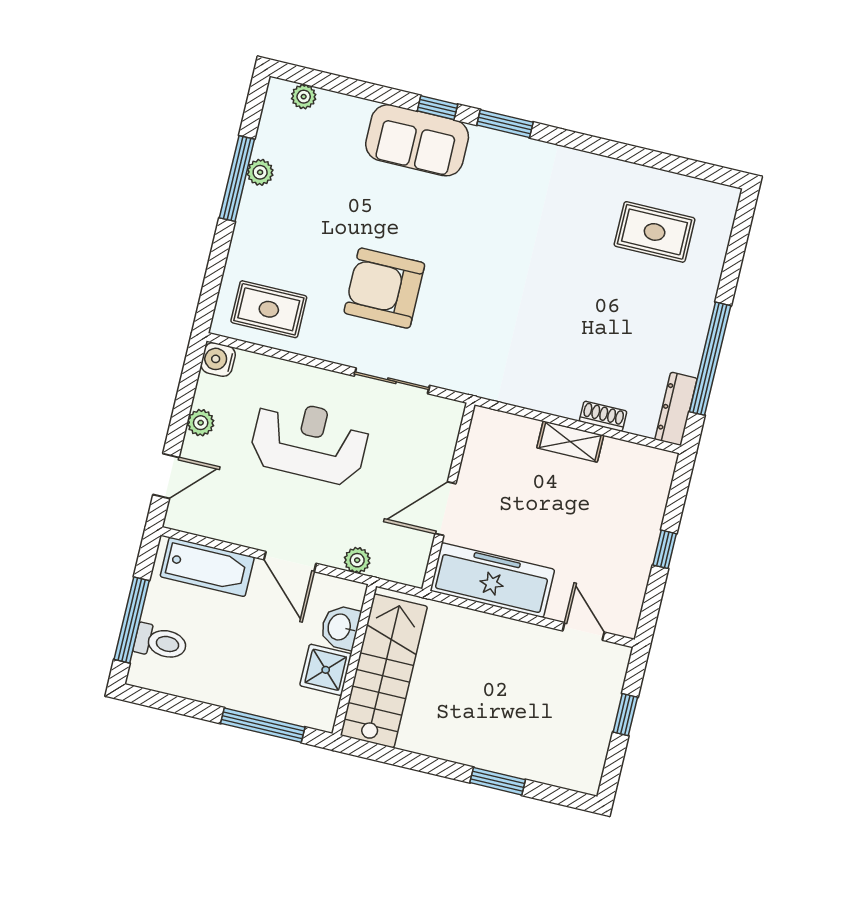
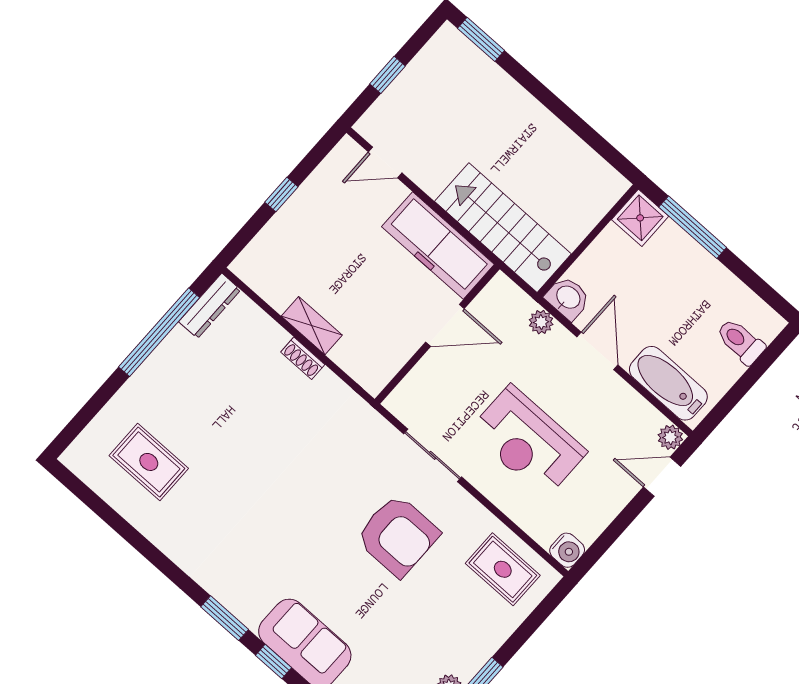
shoe rack: (603, 416) -> (303, 358), moved
plant: (201, 423) -> (670, 437), moved
window: (132, 620) -> (754, 373), removed
washbasin: (340, 627) -> (568, 298), moved, turned -90
door: (584, 631) -> (385, 162), hinge flipped
shower: (326, 670) -> (640, 218), moved
stairs: (384, 671) -> (503, 228), moved, turned 90
window: (498, 781) -> (481, 39), moved

